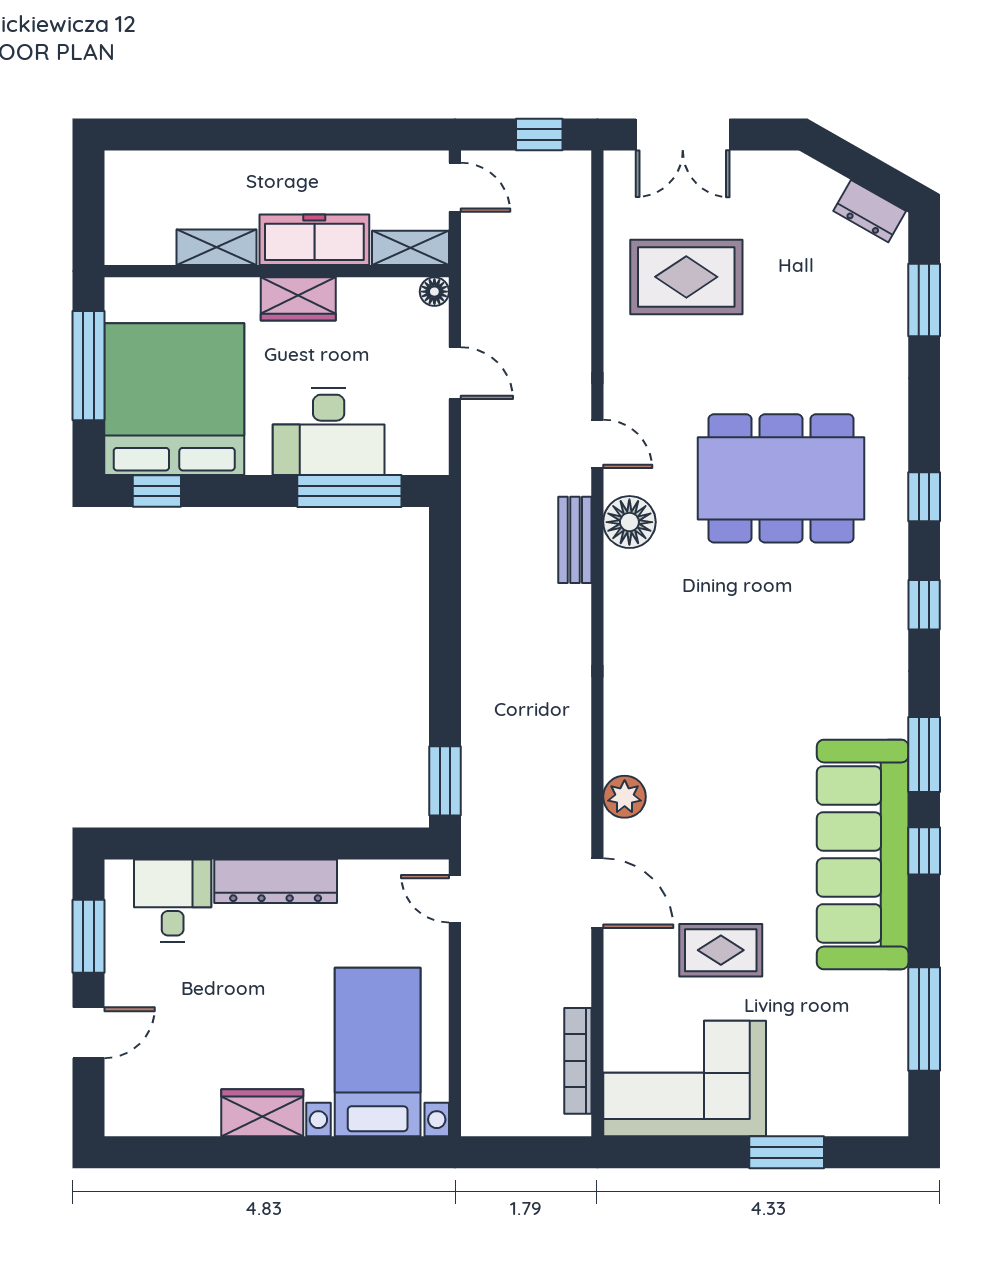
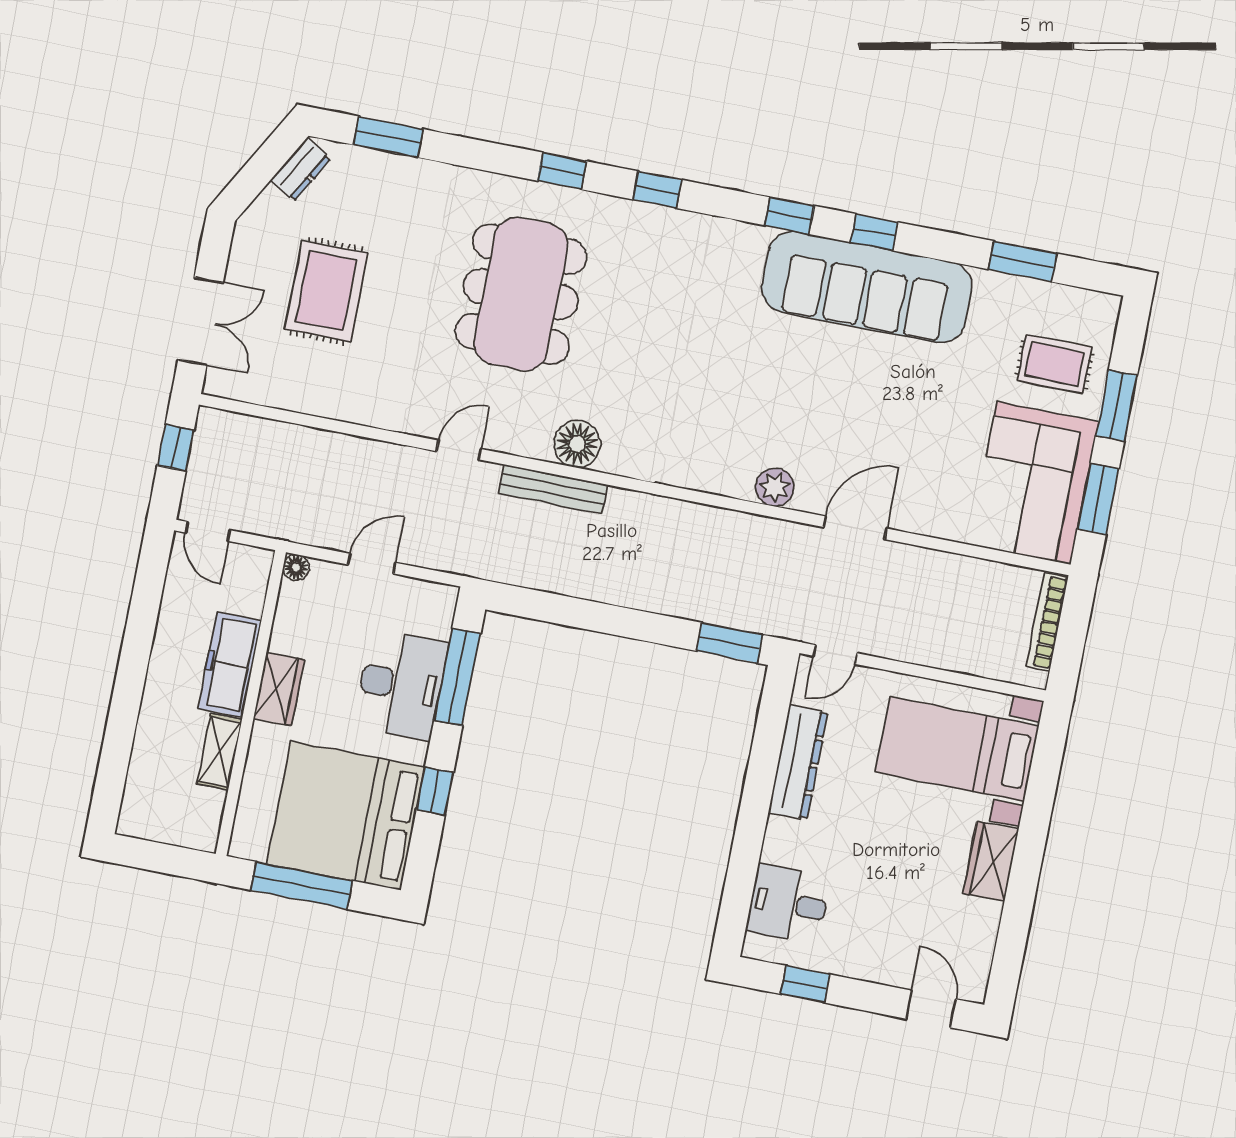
door: (455, 187) -> (208, 531), swing flipped
shelving: (411, 248) -> (254, 581), removed
rug: (686, 277) -> (326, 291), moved
window: (157, 491) -> (435, 791), moved
floor lamp: (629, 522) -> (577, 444), moved
bench: (575, 540) -> (553, 489), width x1.36
window: (924, 754) -> (789, 216), width x0.67
dresser: (276, 881) -> (798, 762), moved
window: (88, 936) -> (805, 984), width x0.67
rug: (721, 950) -> (1055, 364), moved, turned 90
window: (924, 1019) -> (1023, 261), width x0.69
door: (88, 1033) -> (931, 1009), moved
bookcase: (578, 1061) -> (1047, 622), moved, turned 90
window: (681, 1152) -> (1098, 499), added

